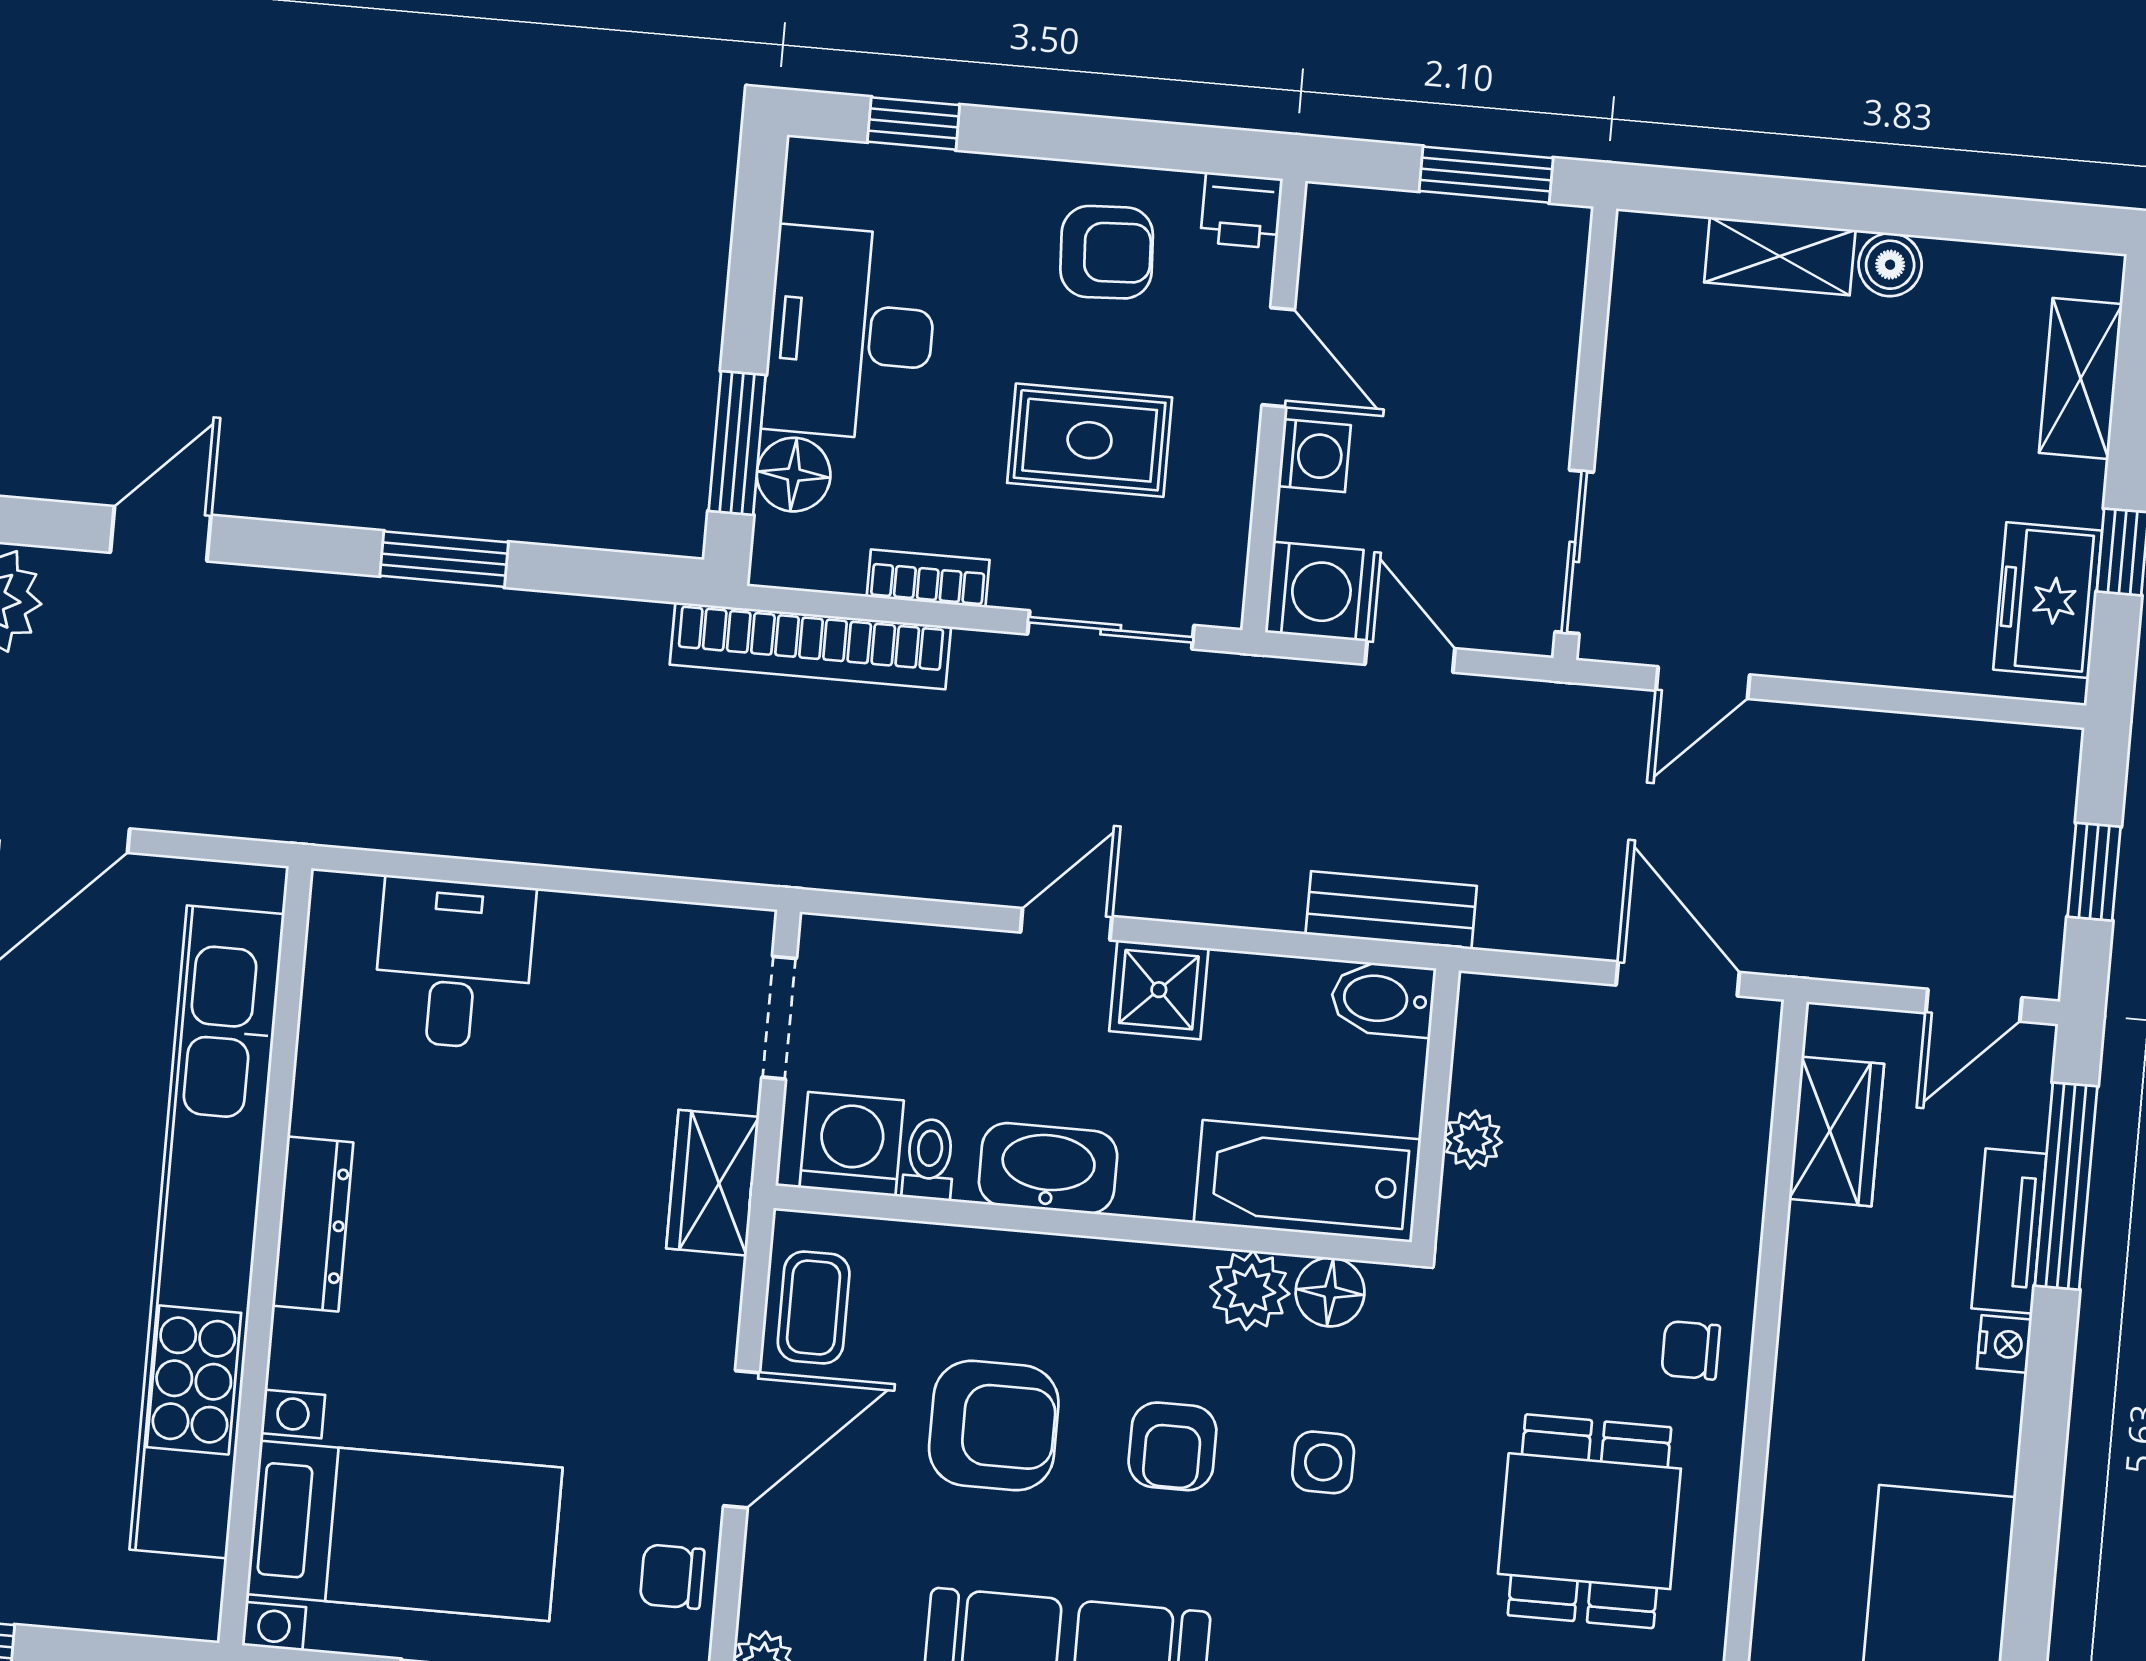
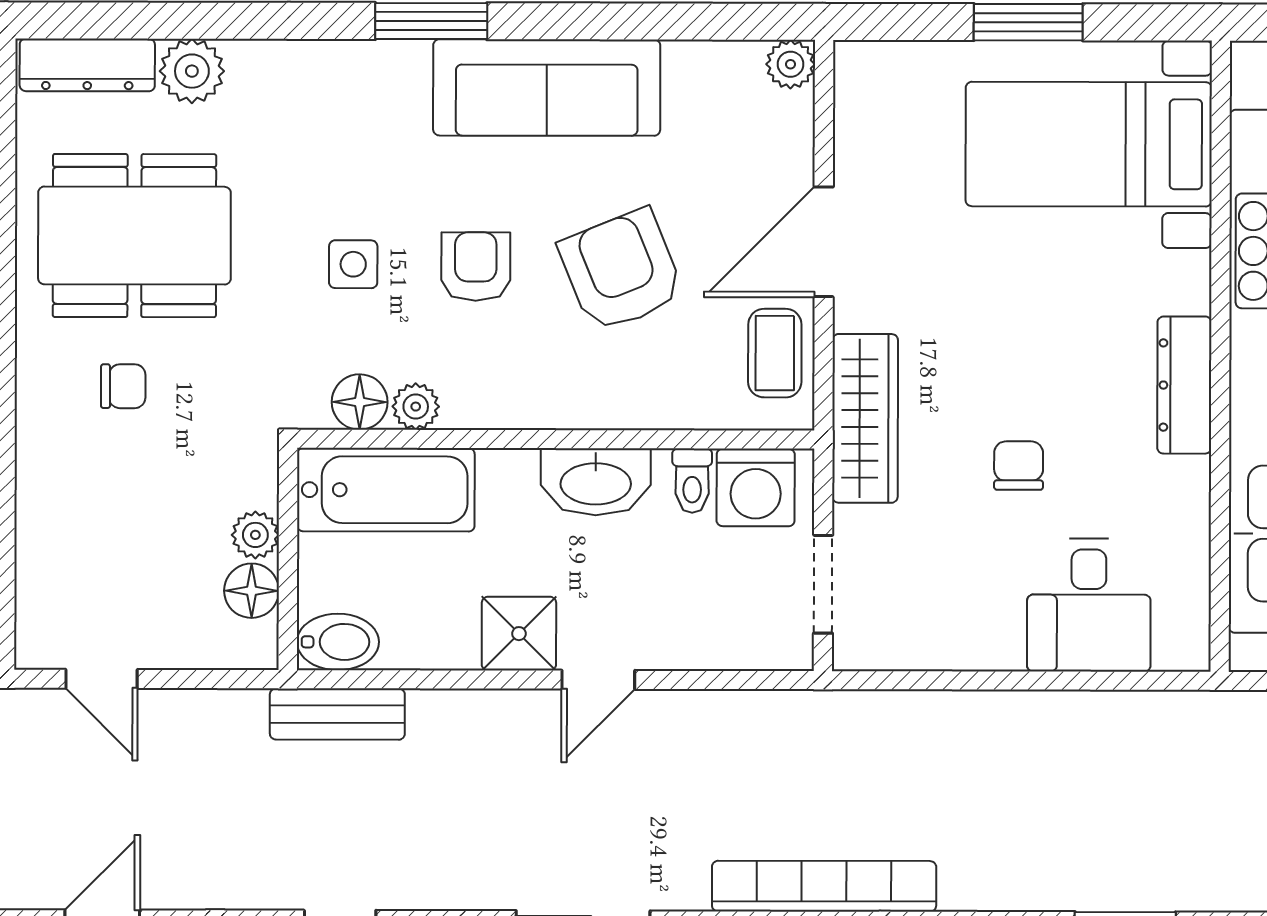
door: (1678, 979) -> (102, 679), width x0.73
floor lamp: (1483, 1071) -> (252, 591), added
wardrobe: (713, 1183) -> (865, 418), width x1.50
plant: (1250, 1290) -> (416, 407), width x0.73, depth x0.73
chair: (1691, 1350) -> (123, 386), moved
armchair: (994, 1426) -> (621, 271), turned 68
dining table: (1589, 1521) -> (134, 236), width x1.37
chair: (672, 1577) -> (1019, 466), moved, turned -90

